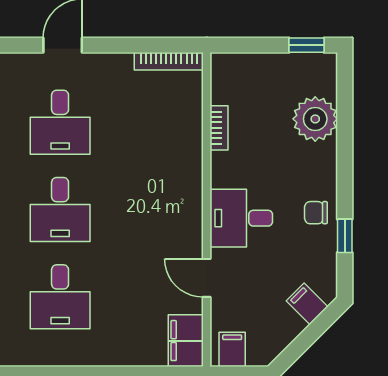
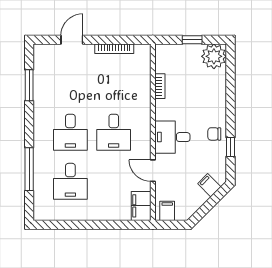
window: (306, 45) -> (192, 40), moved
bookcase: (169, 61) -> (114, 49), moved
plant: (315, 119) -> (214, 56), moved
desk: (60, 122) -> (114, 132), moved

